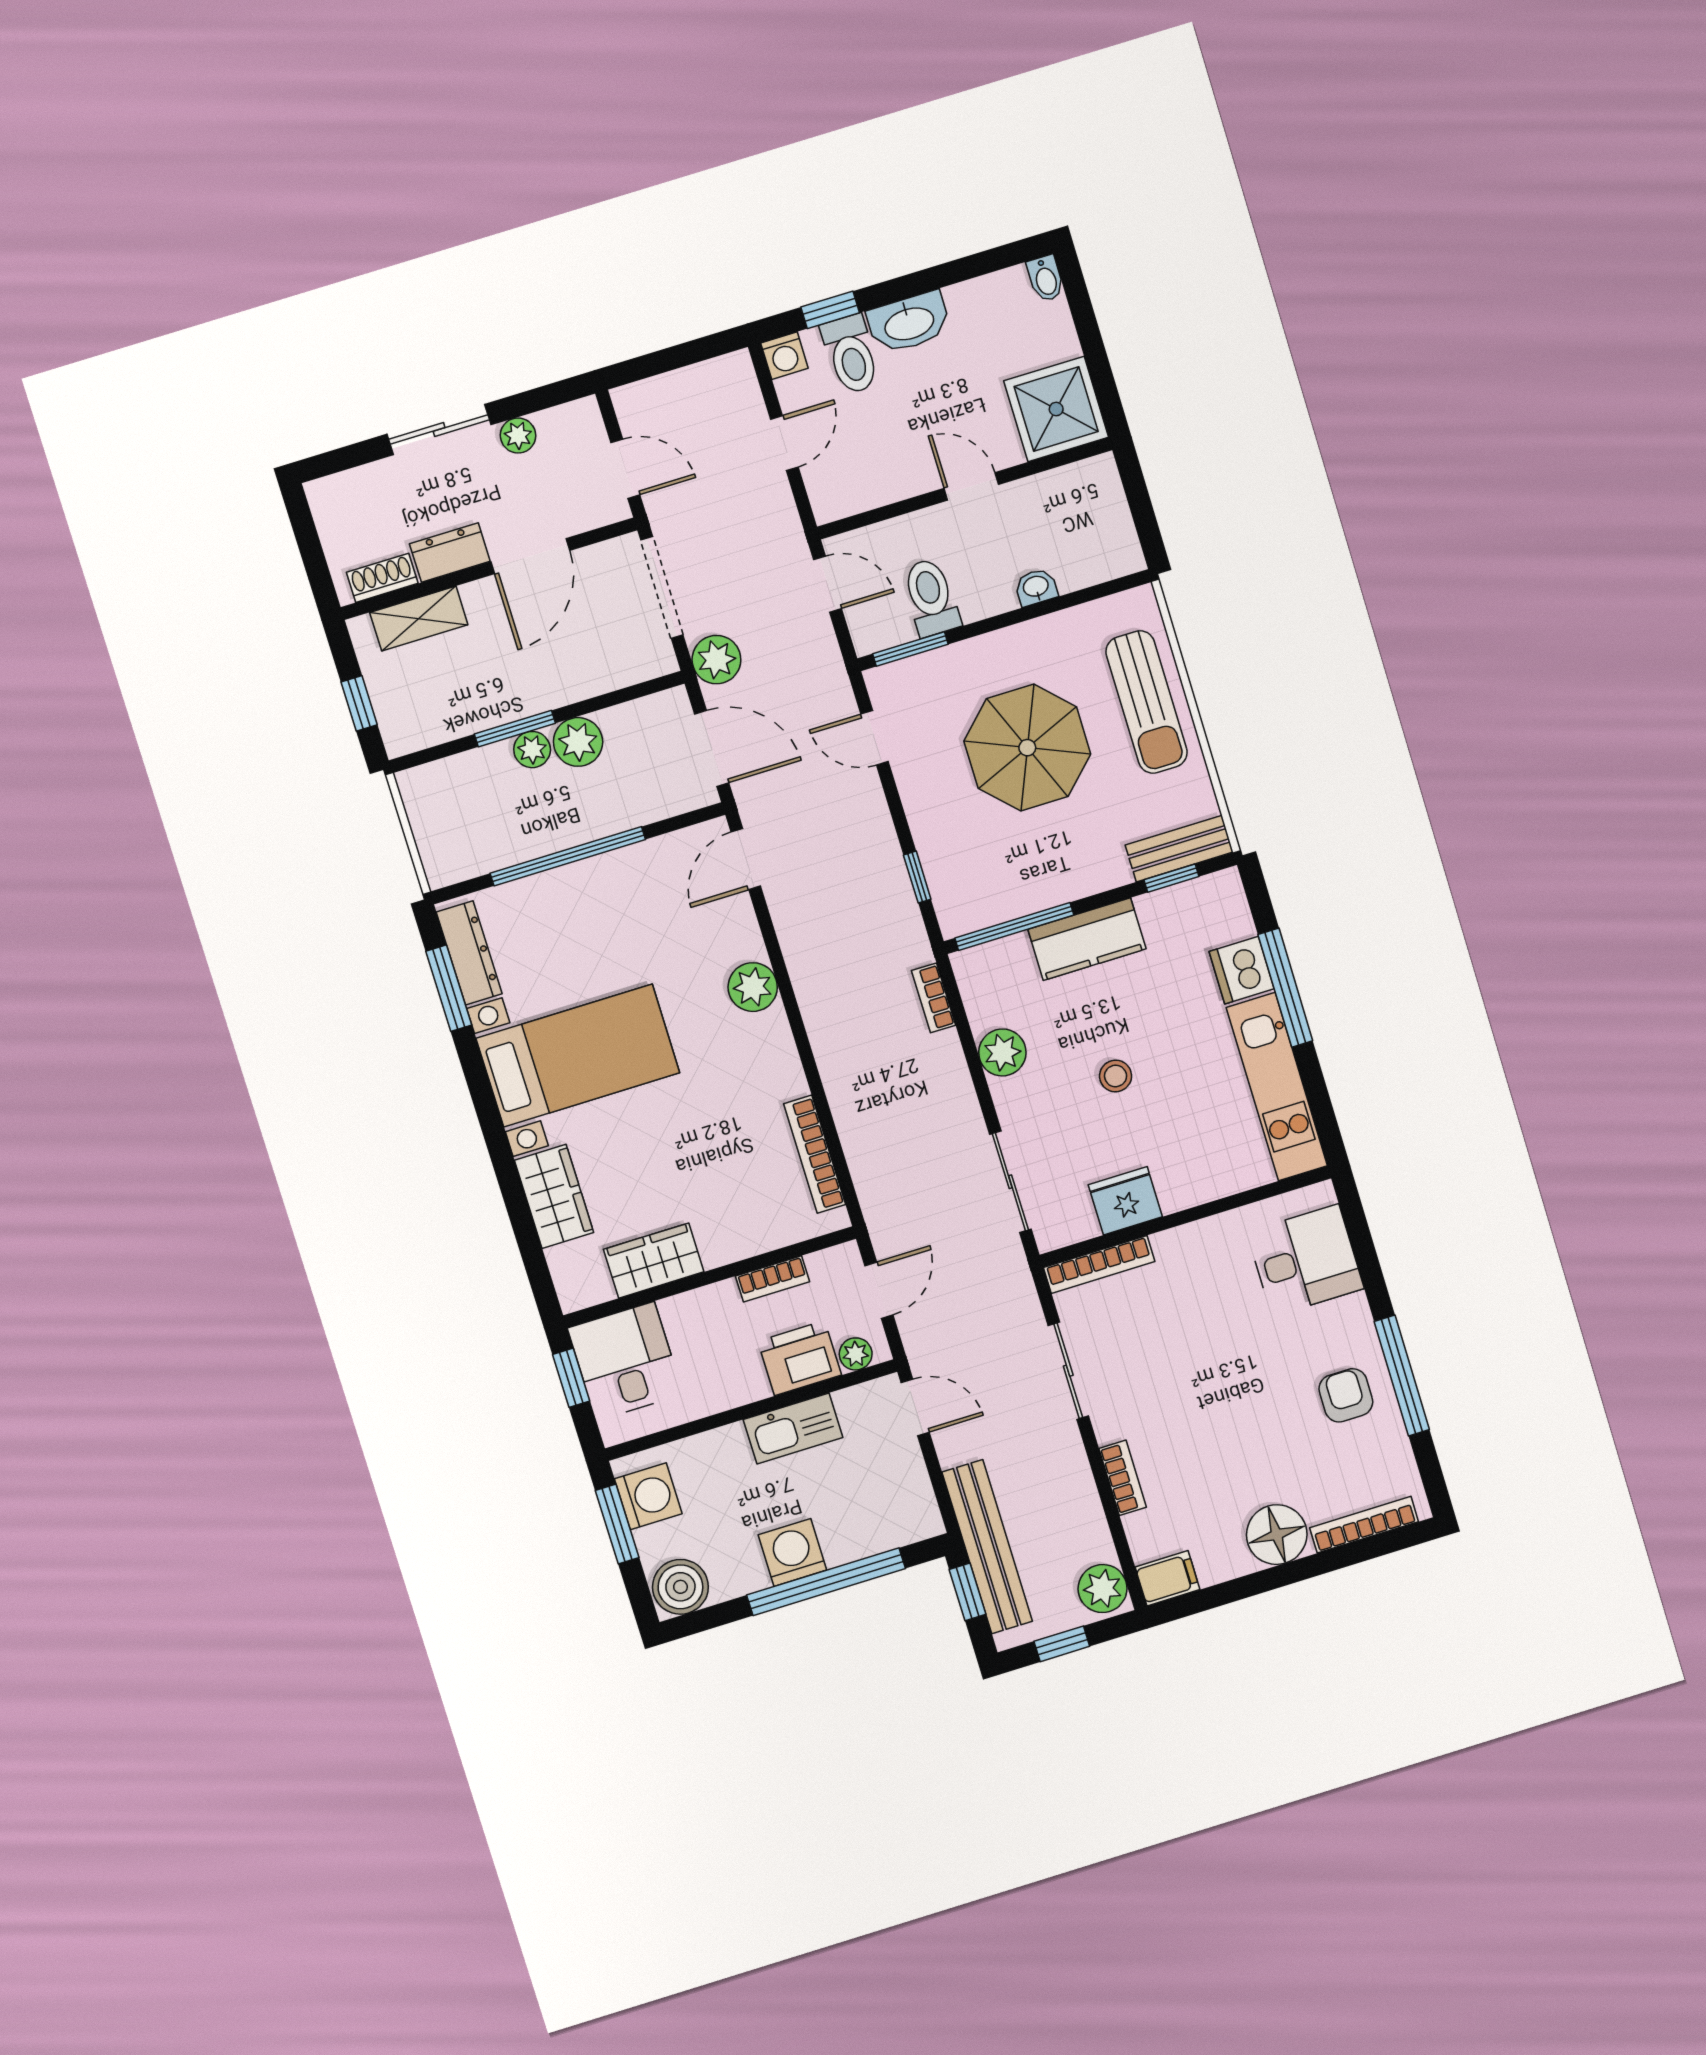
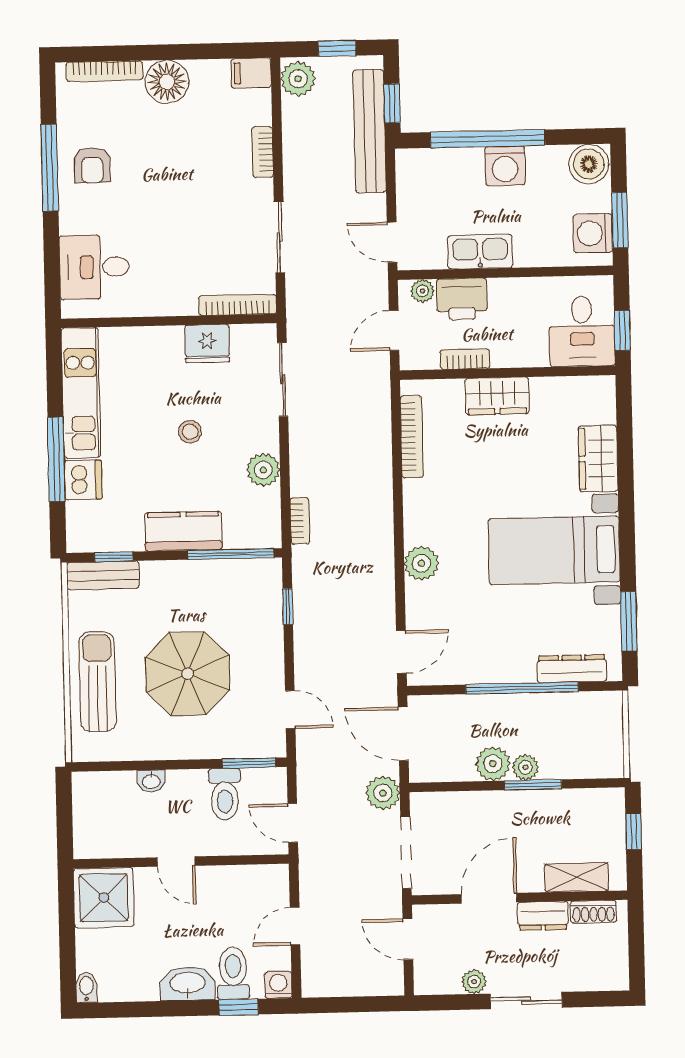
dresser: (469, 953) -> (572, 669), moved, turned 90
wardrobe: (654, 1261) -> (497, 396), moved

